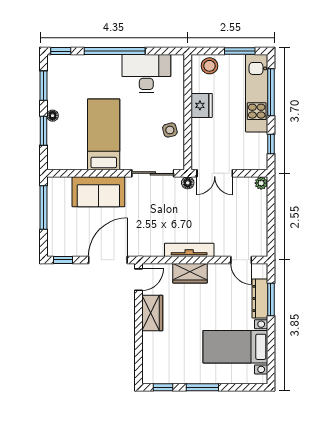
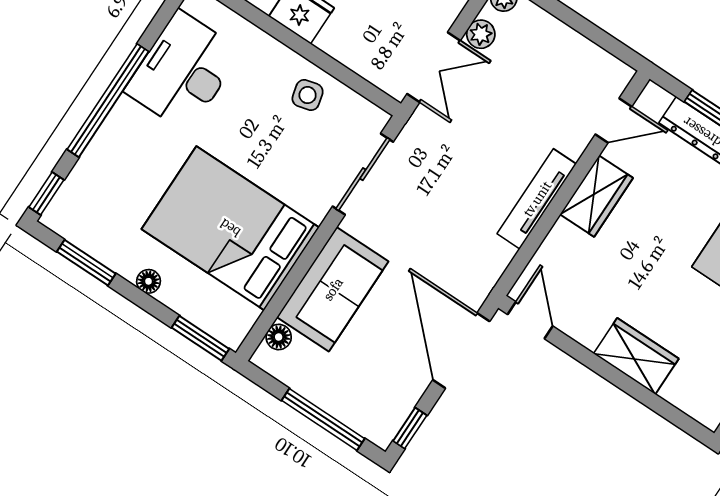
window: (43, 131) -> (200, 338), moved
bed: (104, 134) -> (230, 228), width x1.50
floor lamp: (188, 183) -> (279, 337), moved
plant: (241, 184) -> (481, 34), added
window: (43, 208) -> (323, 419), moved
wardrobe: (190, 273) -> (596, 196), moved
wardrobe: (152, 313) -> (636, 356), moved

